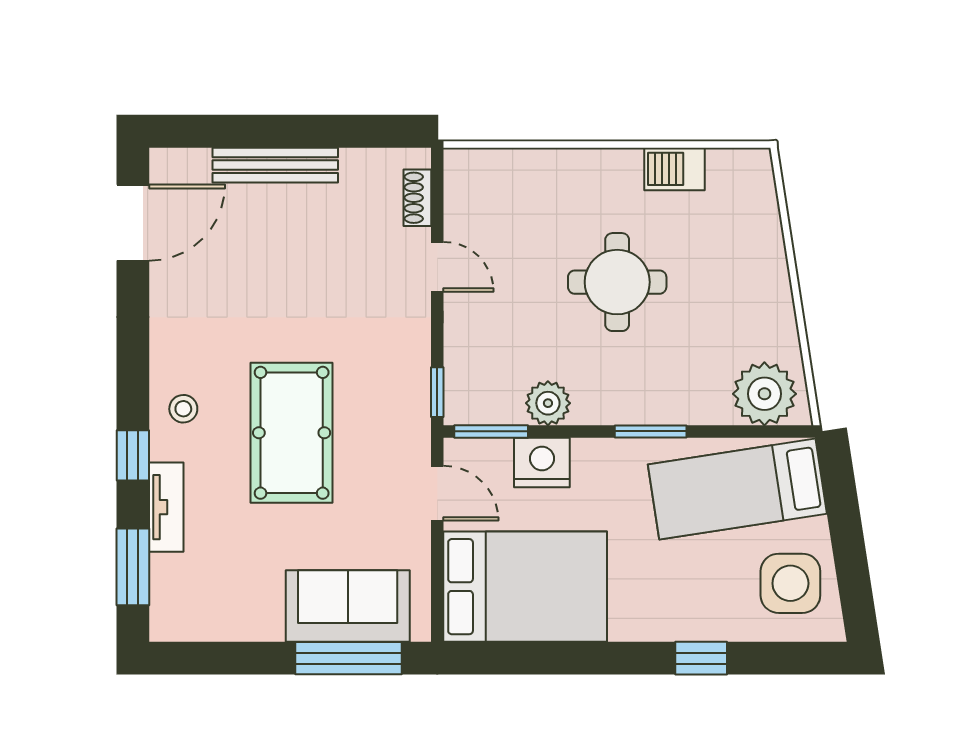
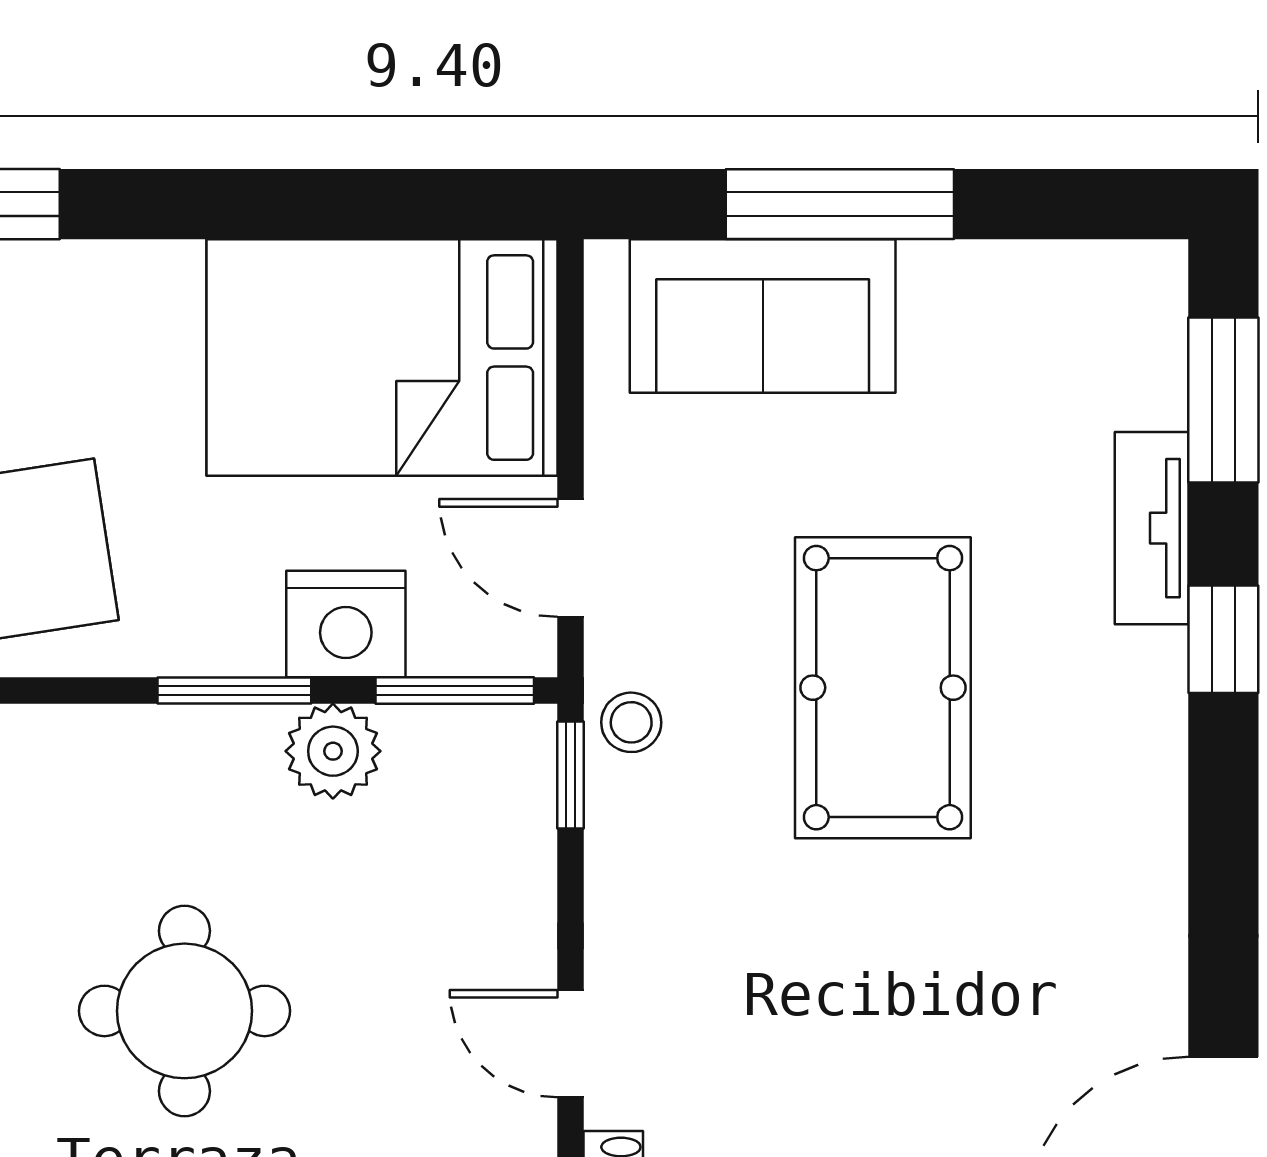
stool: (183, 409) -> (631, 722), moved
window: (651, 431) -> (234, 690), moved
window: (349, 658) -> (840, 204), moved

